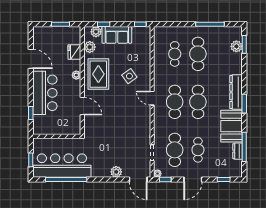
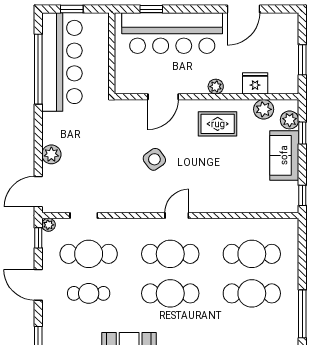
cafe table: (175, 54) -> (252, 254), width x1.37, depth x1.35
rug: (98, 74) -> (218, 124), width x0.73, depth x0.70
side table: (129, 76) -> (154, 159), moved
bar counter: (45, 93) -> (172, 33), width x1.36

